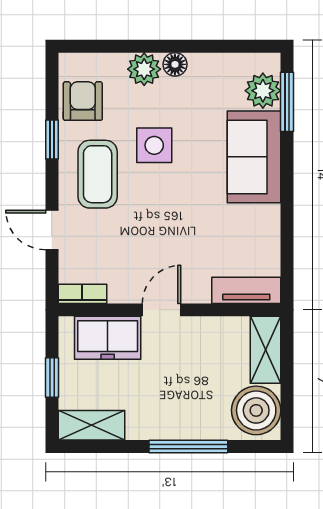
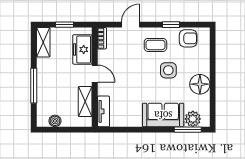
floor lamp: (175, 64) -> (200, 84), width x1.89, depth x1.89
plant: (144, 69) -> (202, 66), removed
coffee table: (98, 174) -> (155, 45), width x0.73, depth x0.77
shelving: (266, 350) -> (85, 101), moved, turned 90
boiler: (256, 410) -> (55, 121), width x0.54, depth x0.54

